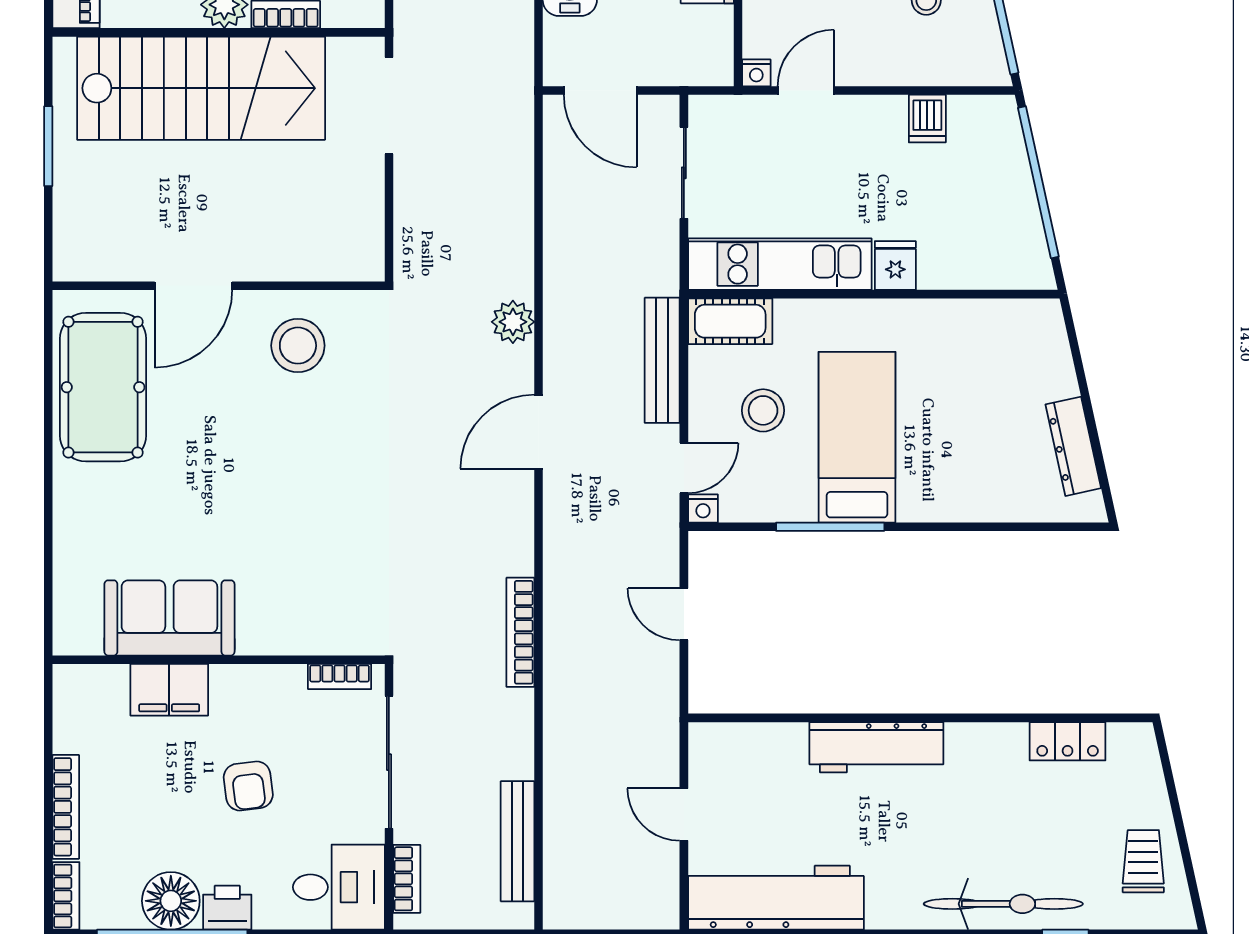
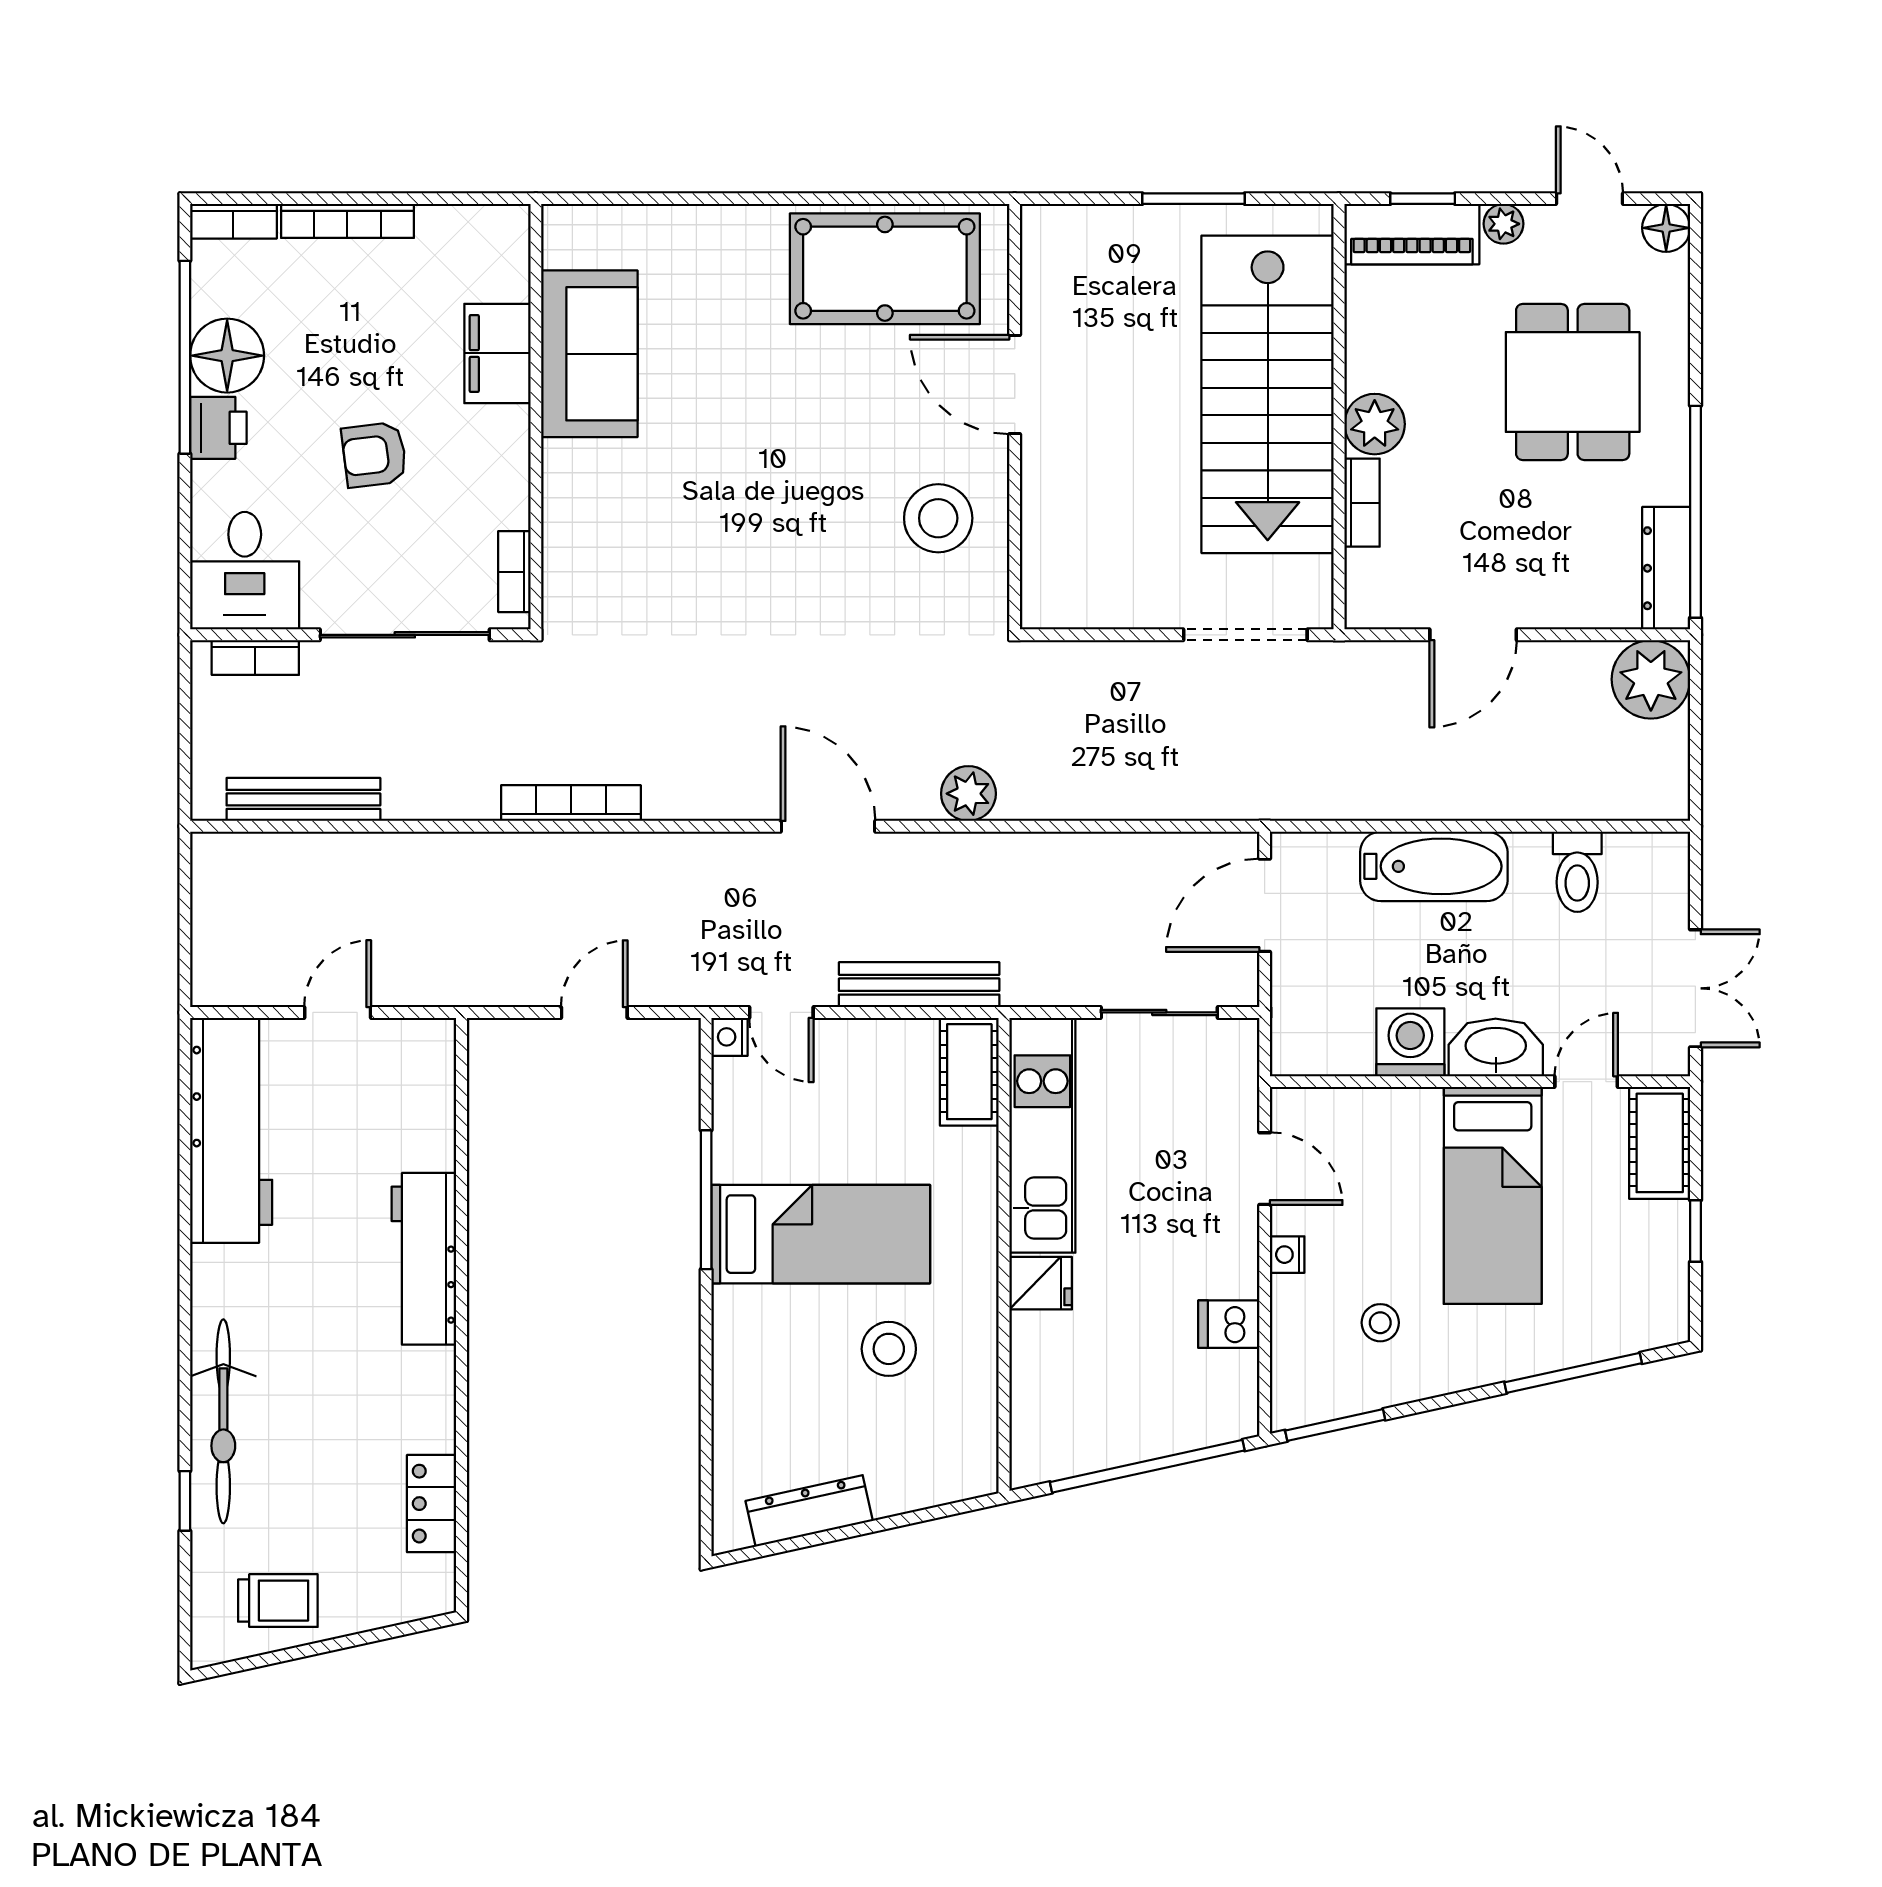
nightstand: (756, 73) -> (1287, 1255), moved
stool: (763, 410) -> (889, 1349), moved

